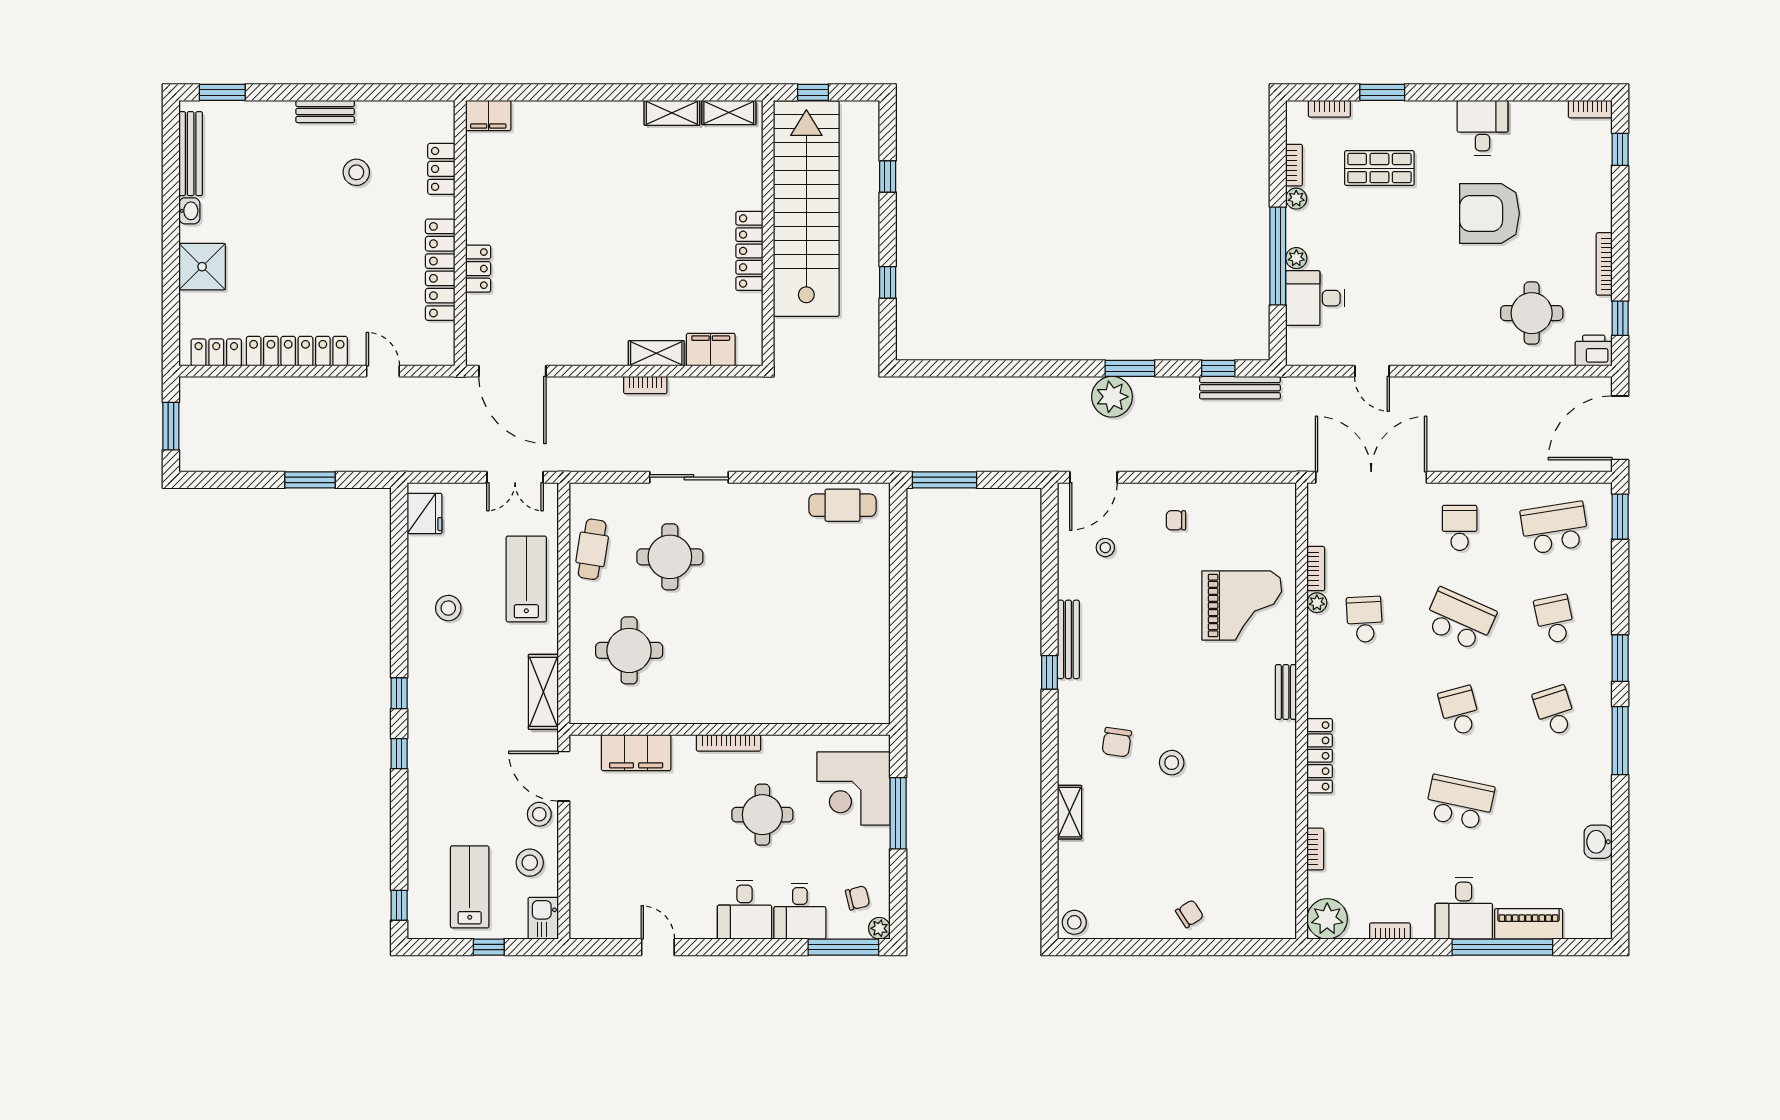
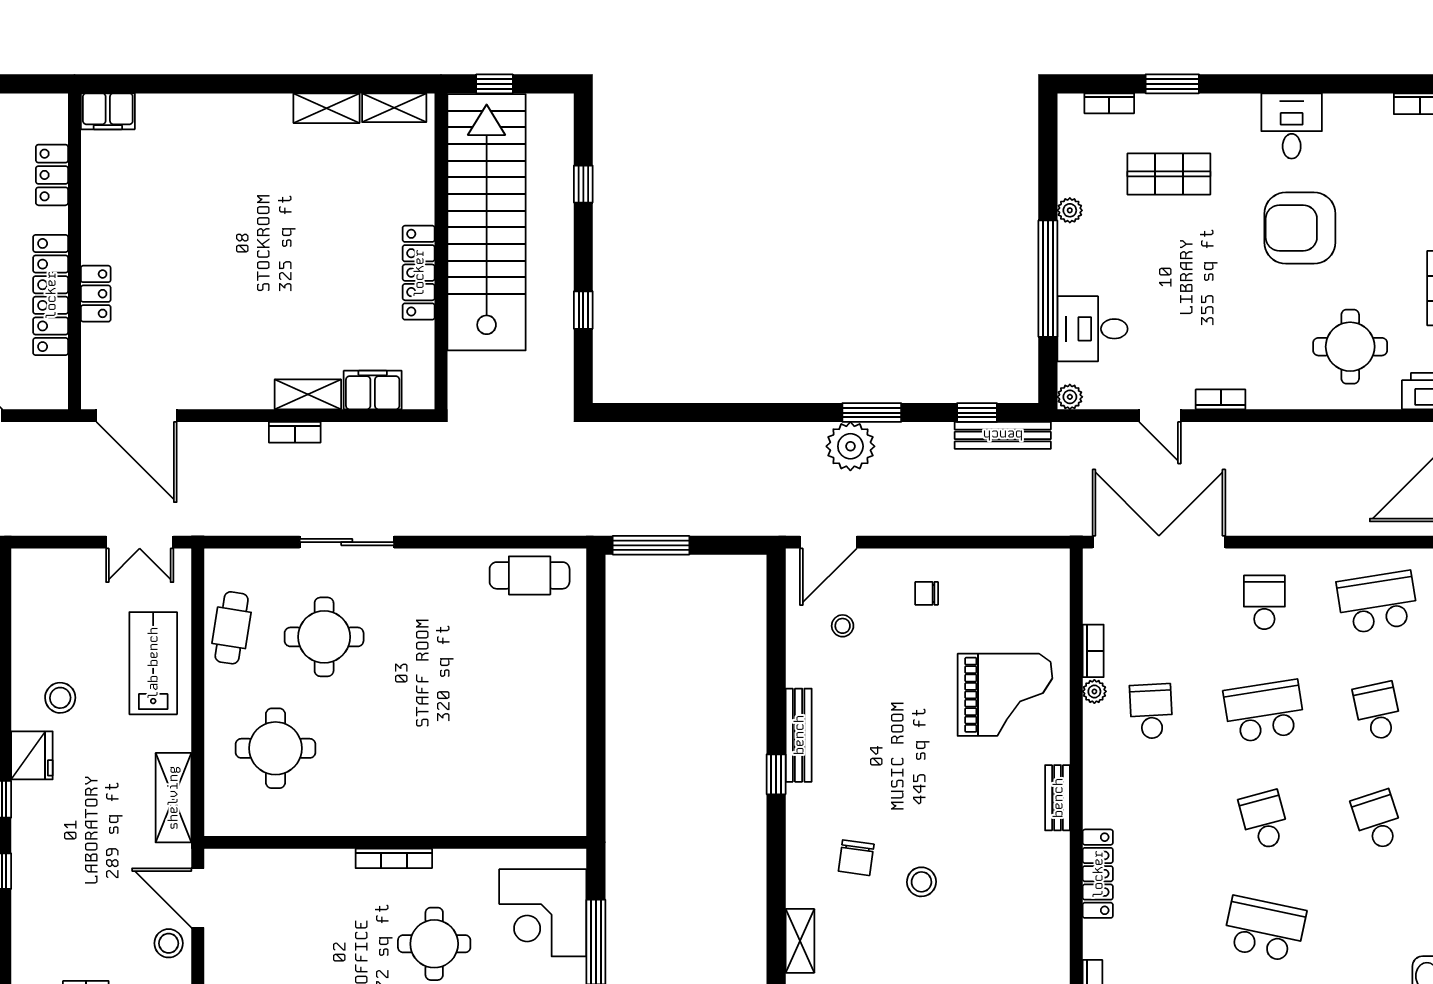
bookcase: (1294, 165) -> (1221, 399), moved, turned -90
plant: (1296, 258) -> (1070, 397), moved
fridge: (425, 513) -> (32, 755), moved
school desk: (1460, 619) -> (1264, 711), turned -33
filing cabinet: (636, 753) -> (284, 870), removed

